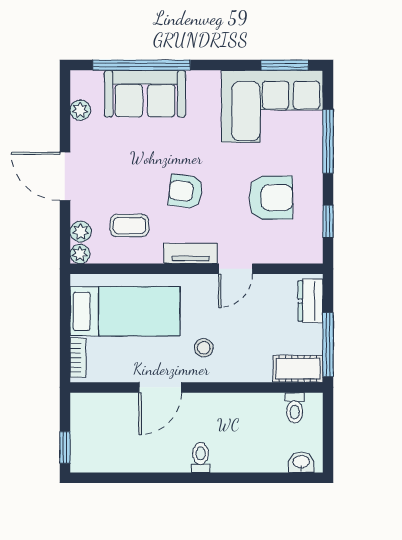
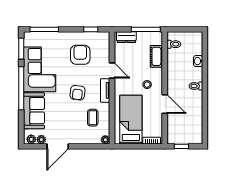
window: (141, 65) -> (21, 88), moved
corner sofa: (272, 106) -> (40, 69), moved
window: (328, 141) -> (44, 29), moved
door: (65, 176) -> (58, 146), moved
plant: (81, 232) -> (31, 139), moved
cot: (298, 369) -> (156, 56), moved
window: (65, 447) -> (181, 146), moved
washbasin: (301, 462) -> (198, 61), moved

